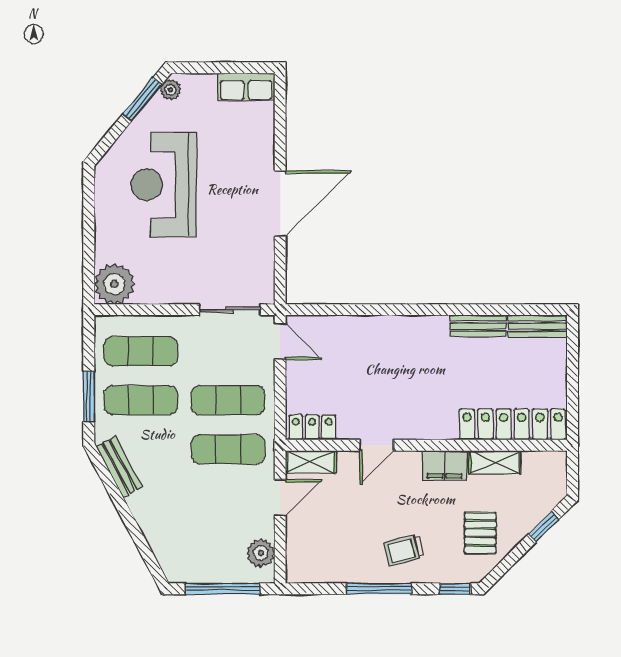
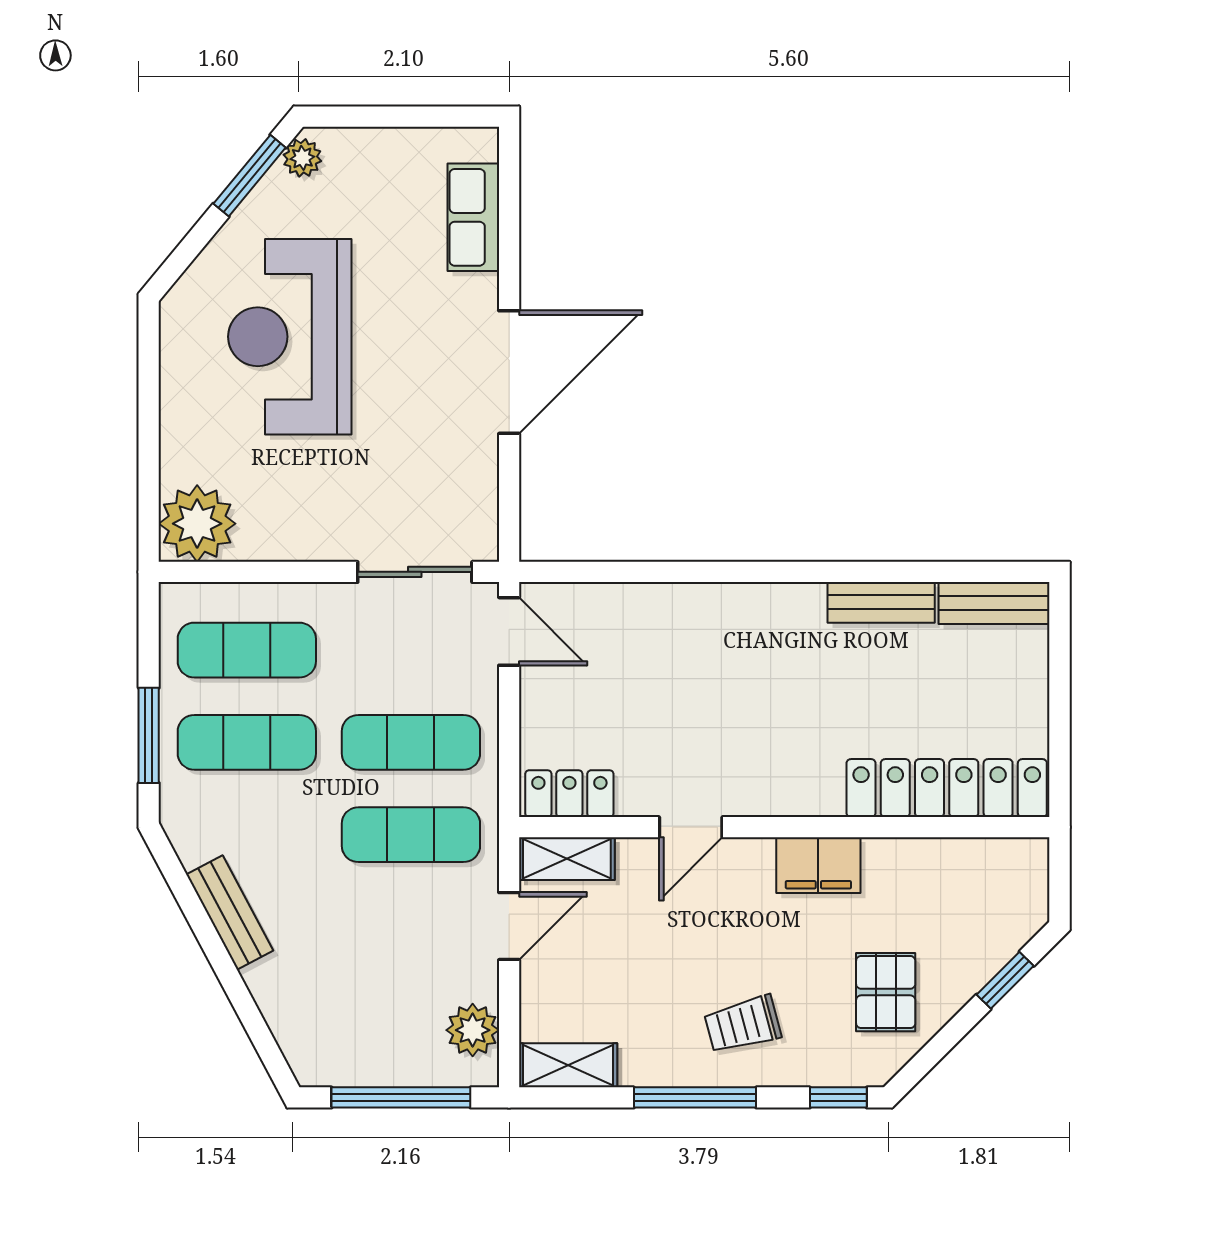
row of seats: (246, 87) -> (473, 217), moved, turned 90
shelving: (495, 462) -> (568, 1065), moved
bench: (119, 467) -> (230, 912), moved

